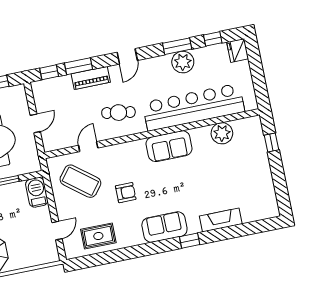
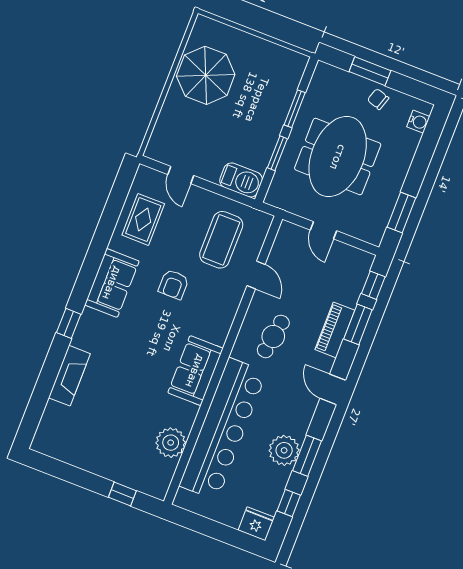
coffee table: (80, 181) -> (221, 240), turned -38
sofa: (164, 227) -> (112, 283), moved

